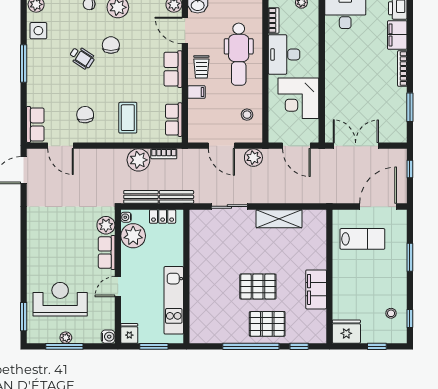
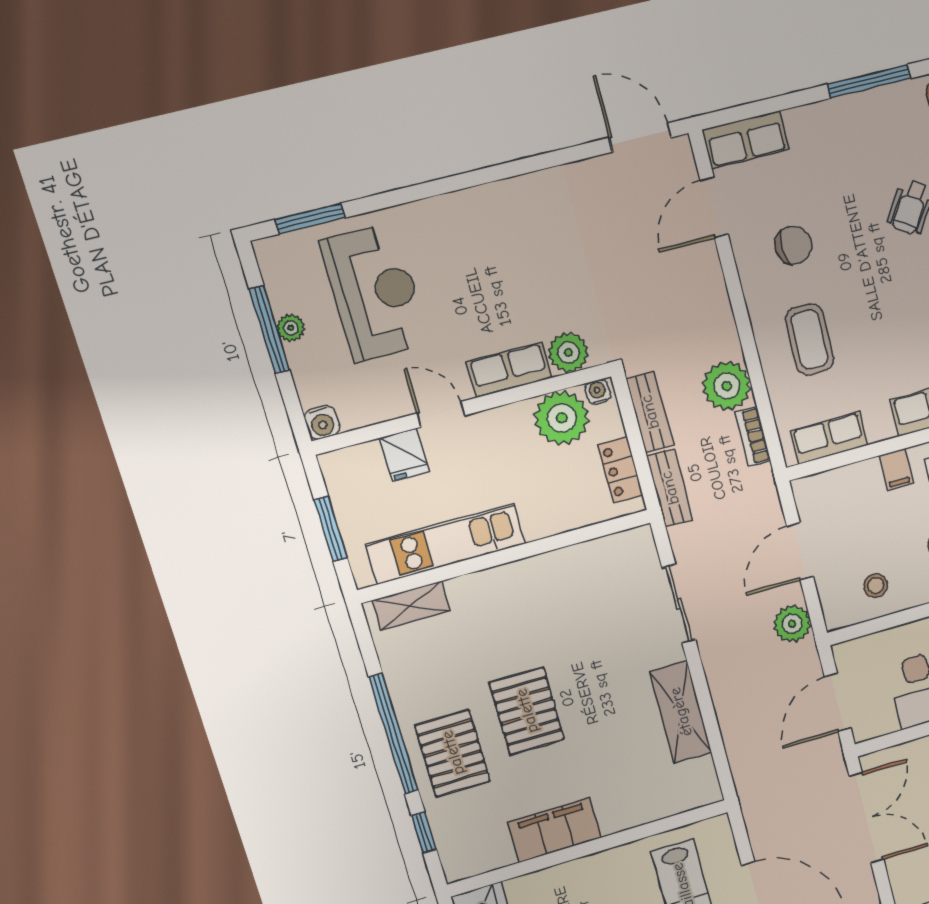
coffee table: (128, 118) -> (809, 339), turned 90
shelving: (196, 323) -> (411, 606), added
fridge: (129, 333) -> (405, 455), moved, turned 90

